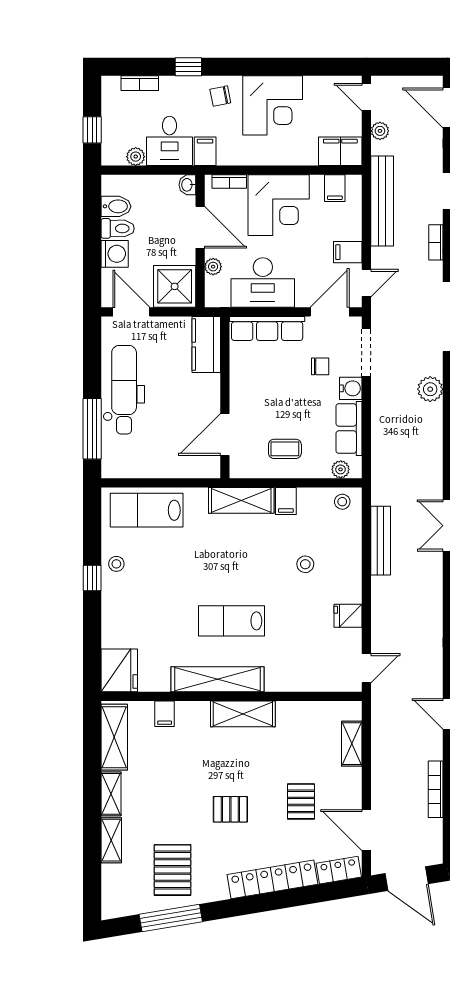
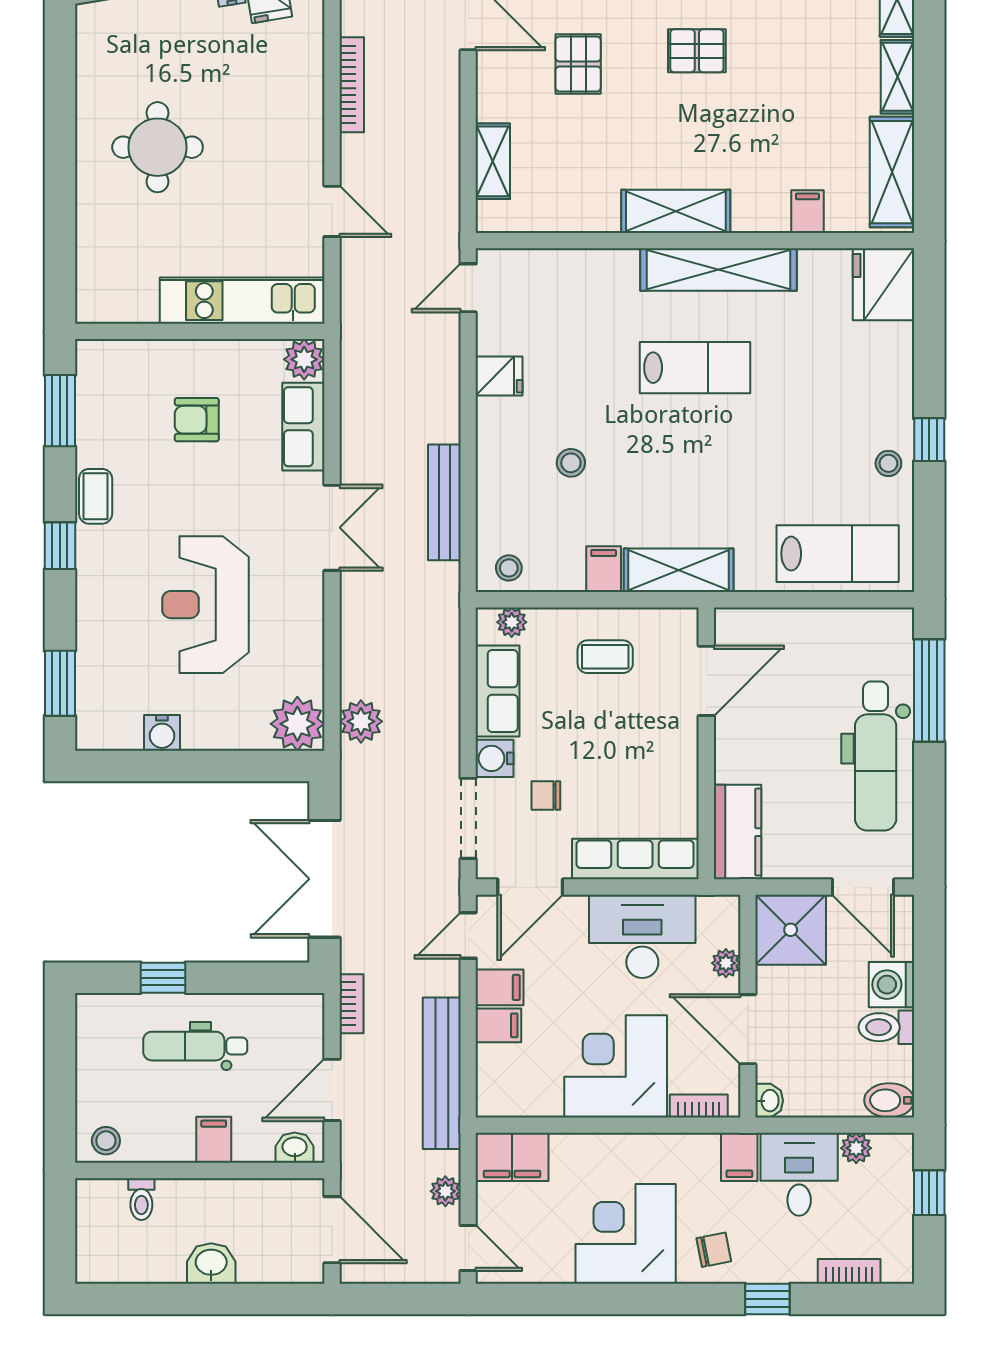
filing cabinet: (335, 188) -> (498, 1025), moved, turned 90
bidet: (116, 206) -> (889, 1100), moved
plant: (430, 389) -> (361, 721), moved

